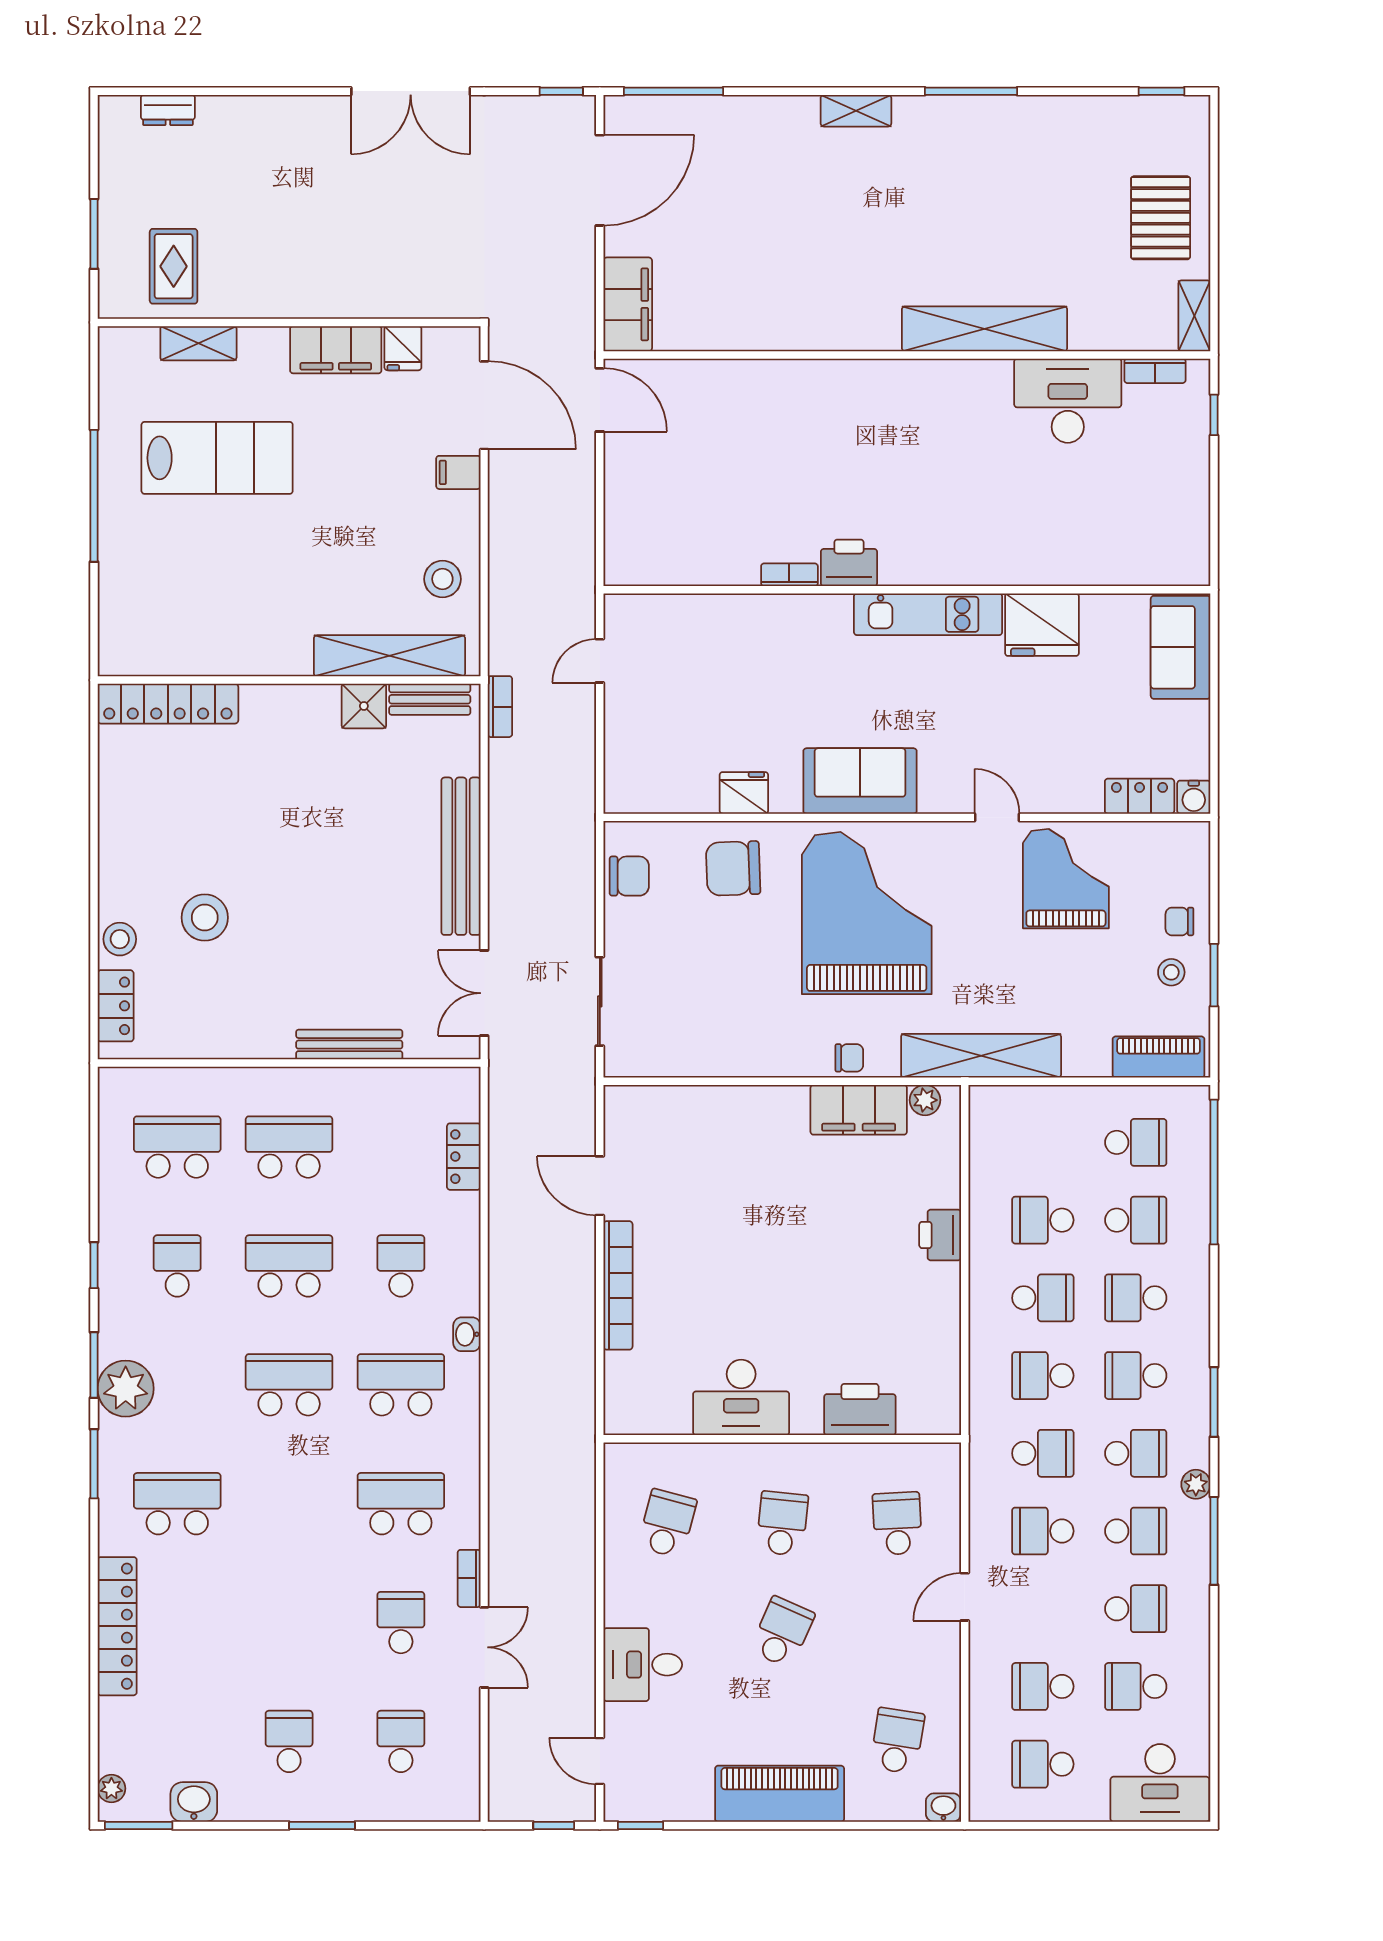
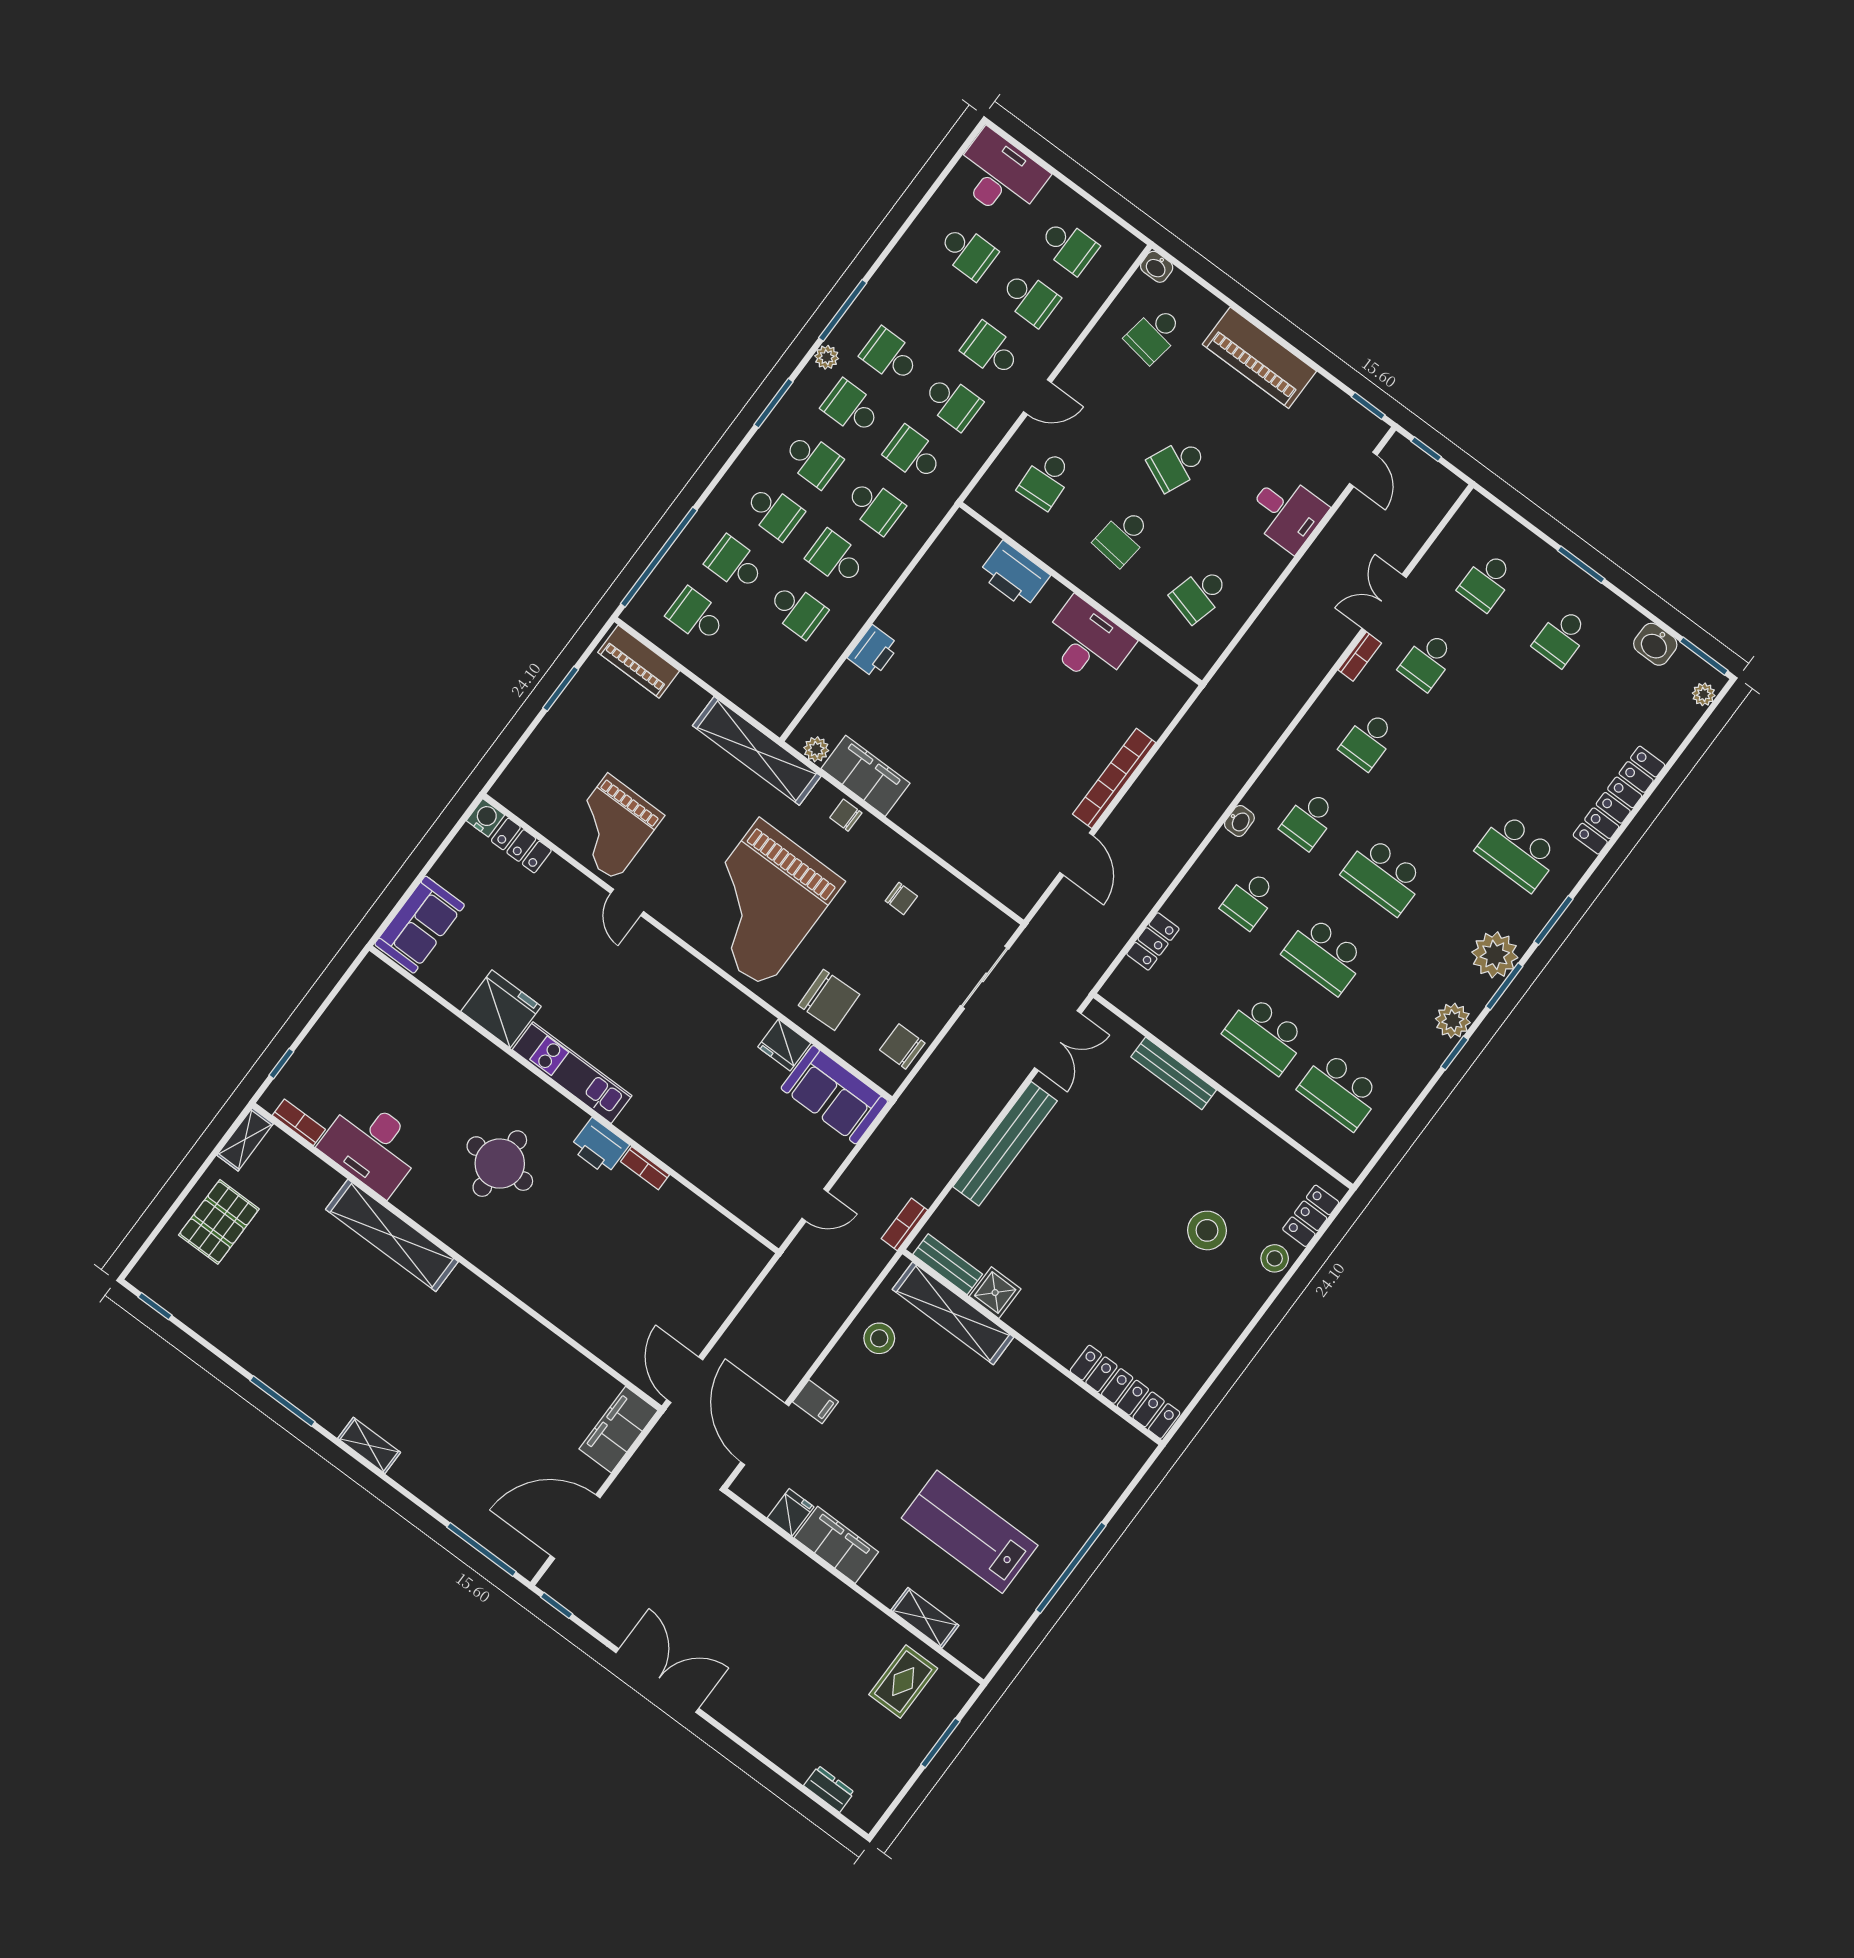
round table: (932, 475) -> (500, 1164), added
sofa: (860, 781) -> (834, 1095), moved
chair: (1179, 921) -> (901, 898), moved
stool: (1171, 972) -> (588, 712), removed
school desk: (177, 1266) -> (1399, 1011), removed
plant: (119, 1295) -> (1453, 1021), added
school desk: (401, 1385) -> (1309, 820), width x0.54
school desk: (401, 1504) -> (1368, 741), width x0.54
school desk: (1136, 1609) -> (991, 350), moved

